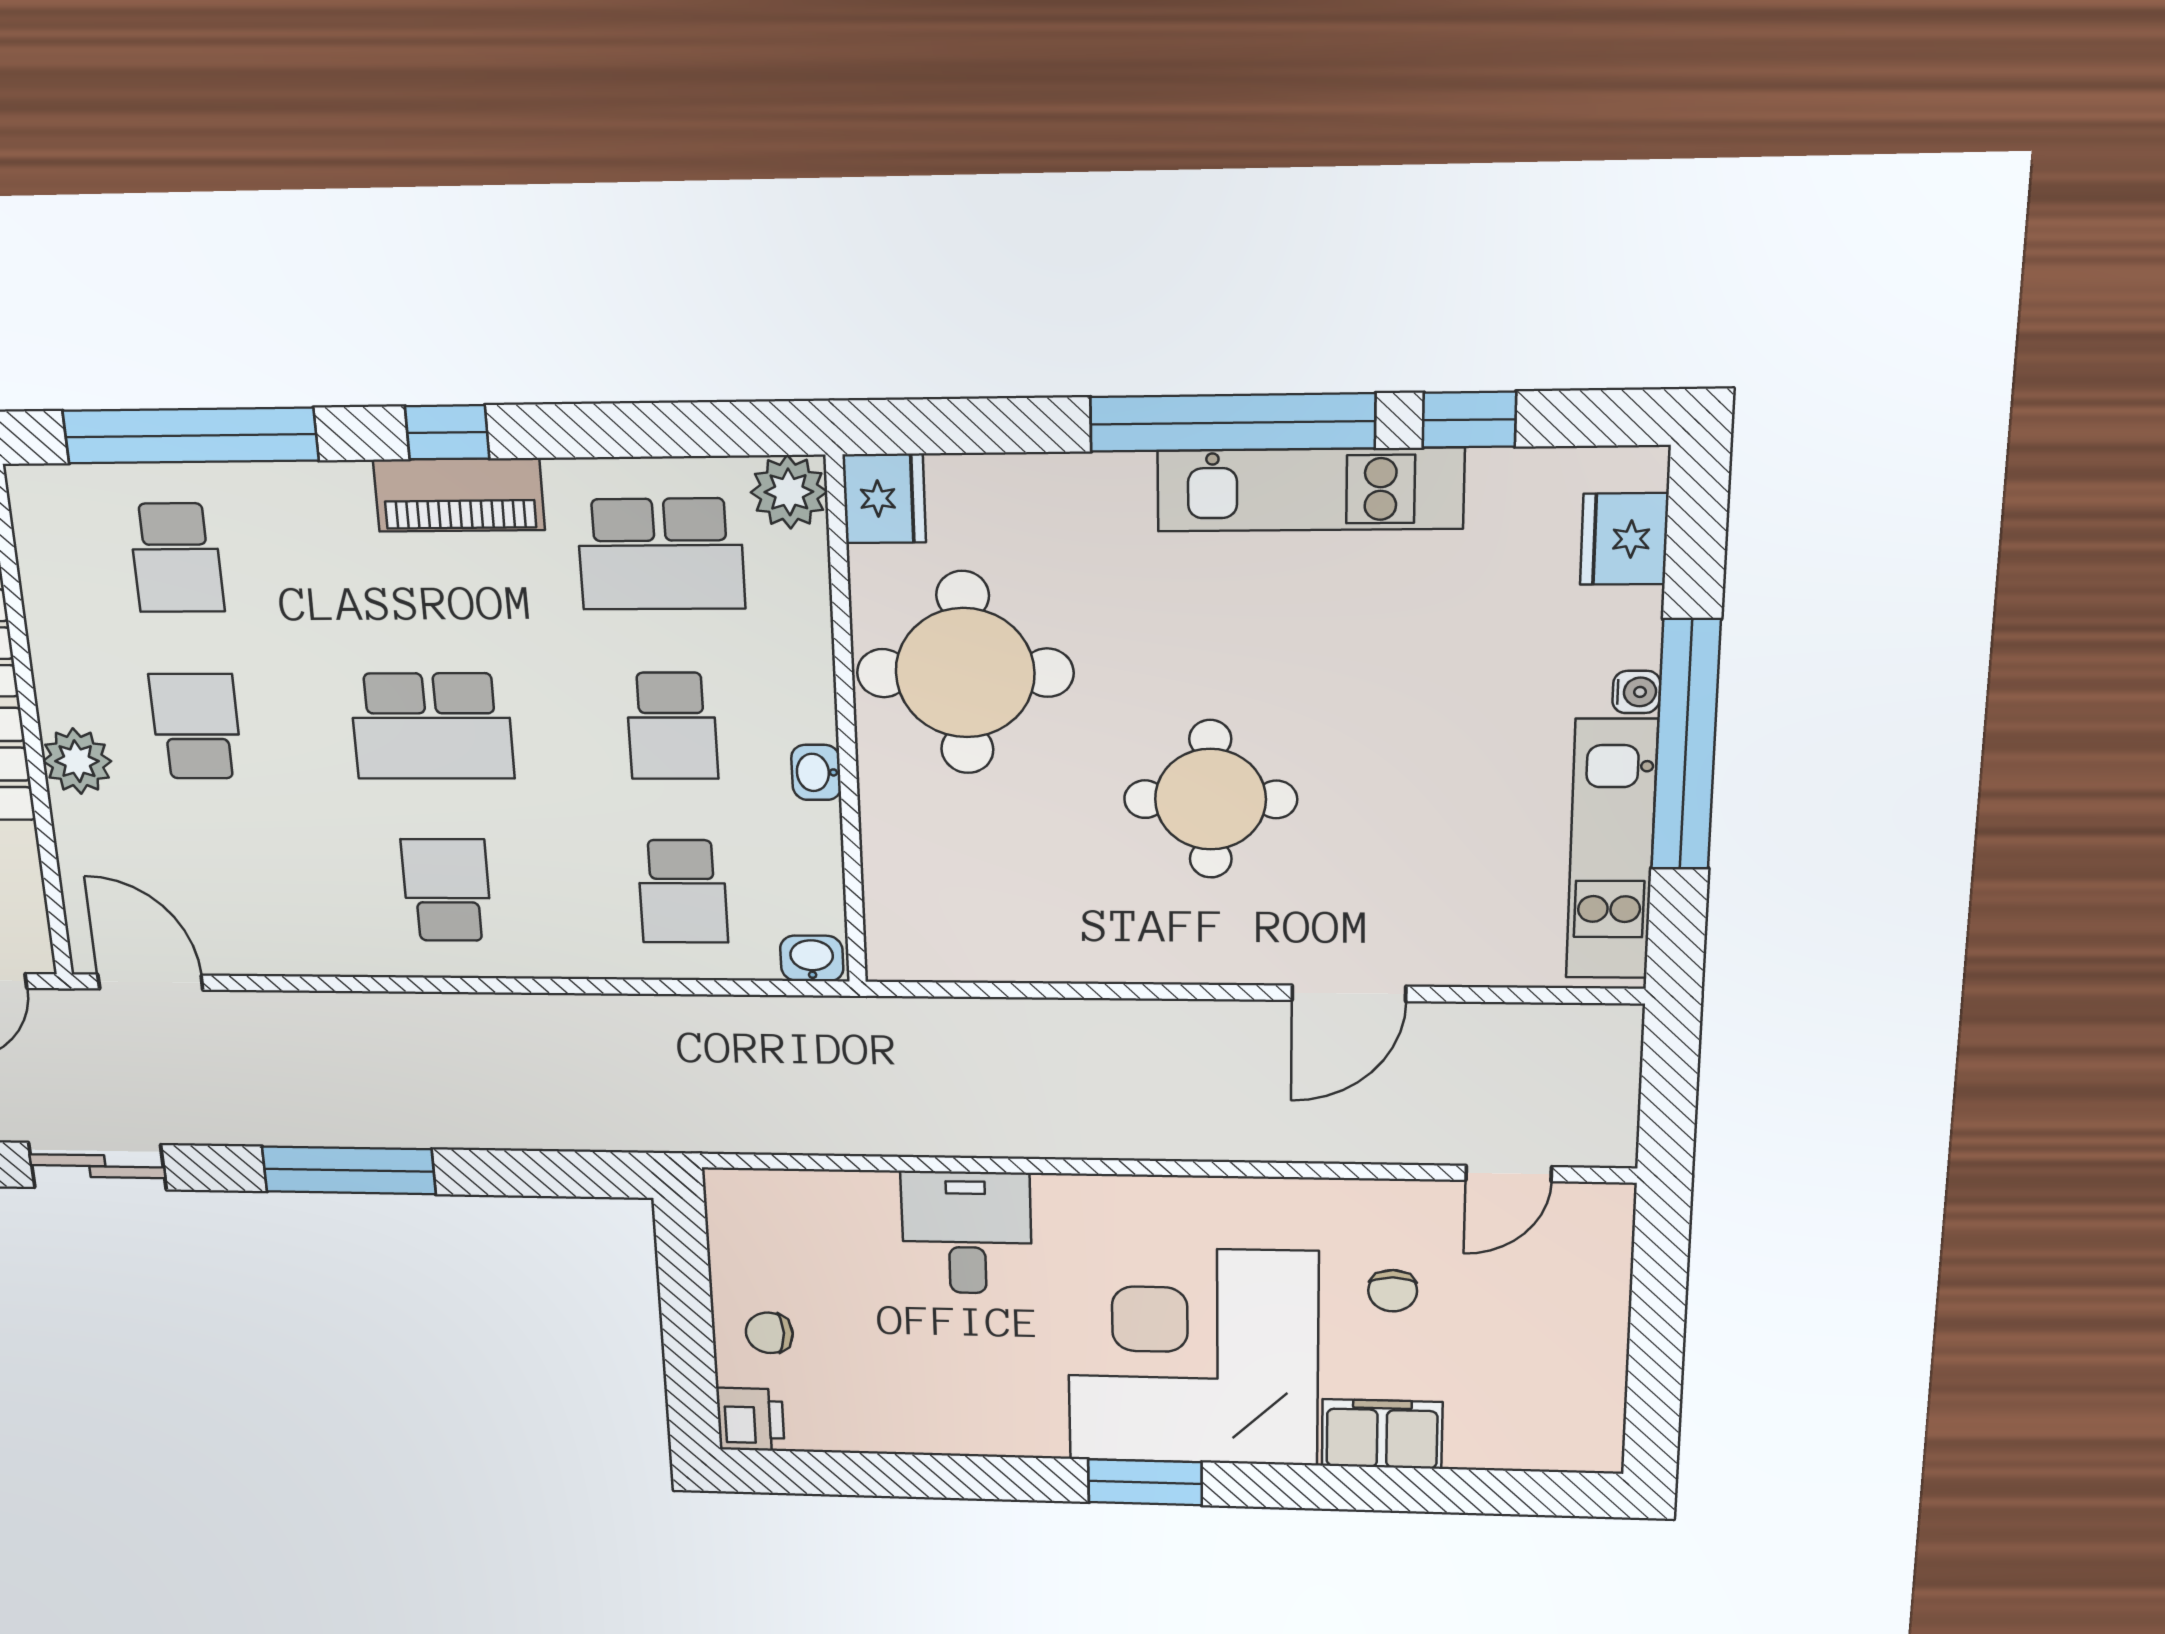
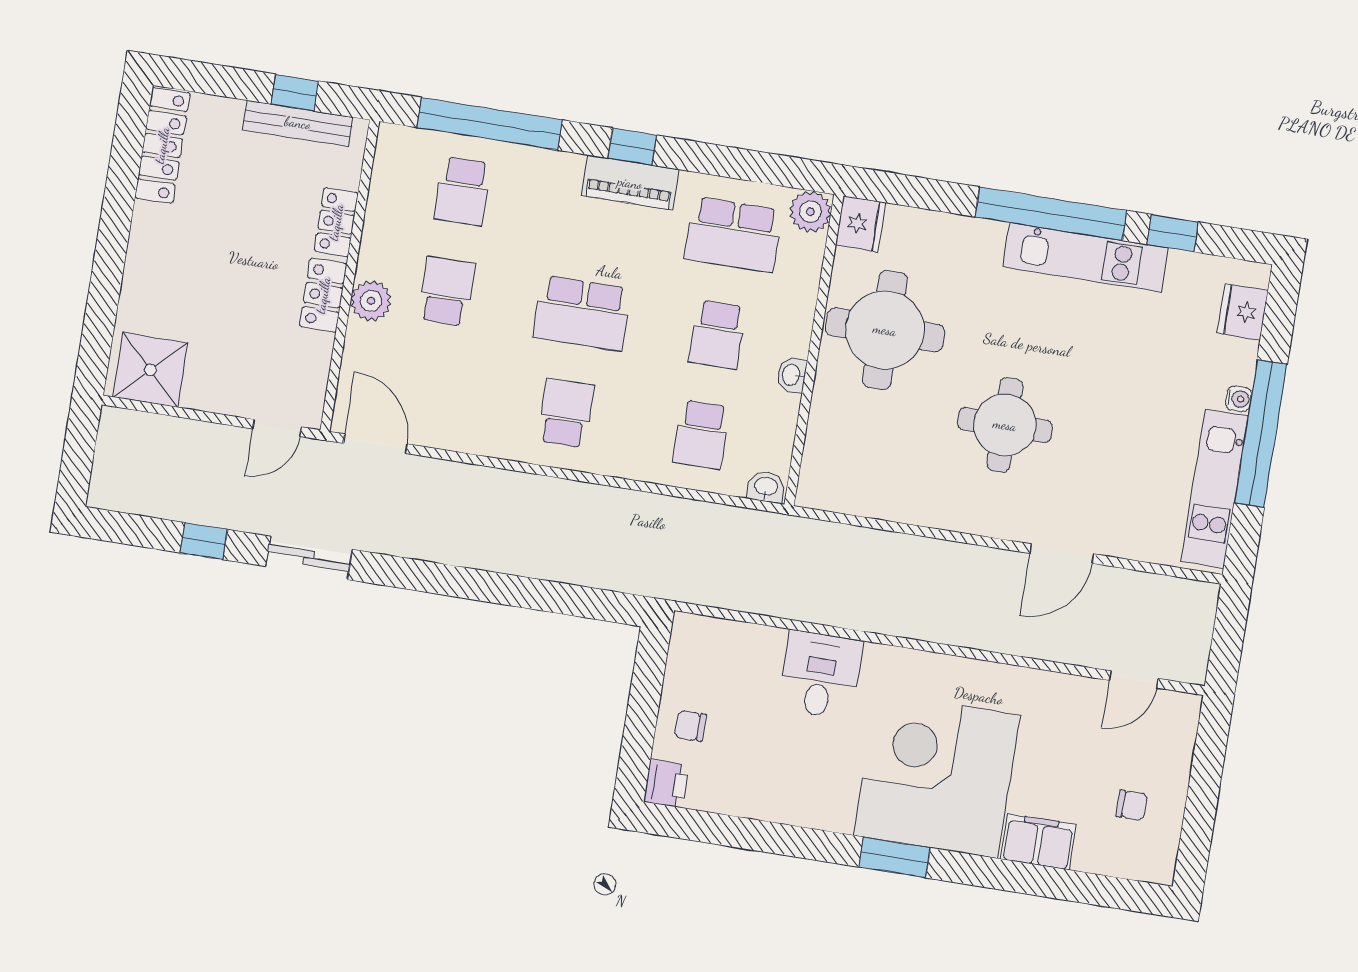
window: (349, 1170) -> (462, 583), removed
chair: (1393, 1291) -> (1132, 805), moved, turned -90

